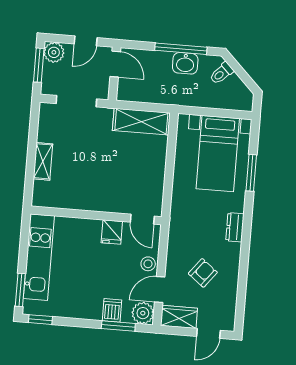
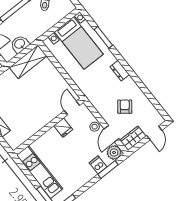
washbasin: (185, 63) -> (20, 44), moved, turned 180
door: (142, 219) -> (72, 108), swing flipped

